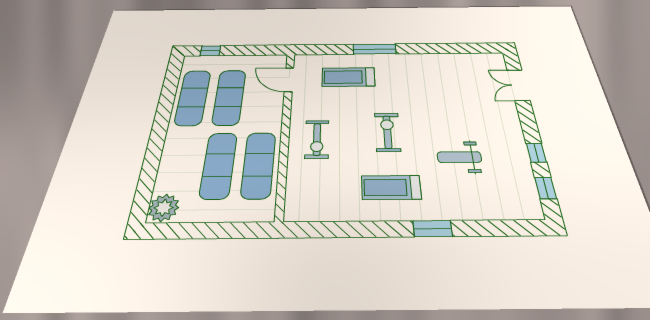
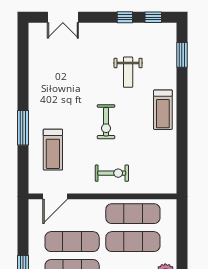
exercise bike: (387, 132) -> (106, 122), turned -90
treadmill: (391, 187) -> (163, 110), moved
window: (433, 229) -> (182, 55), moved

